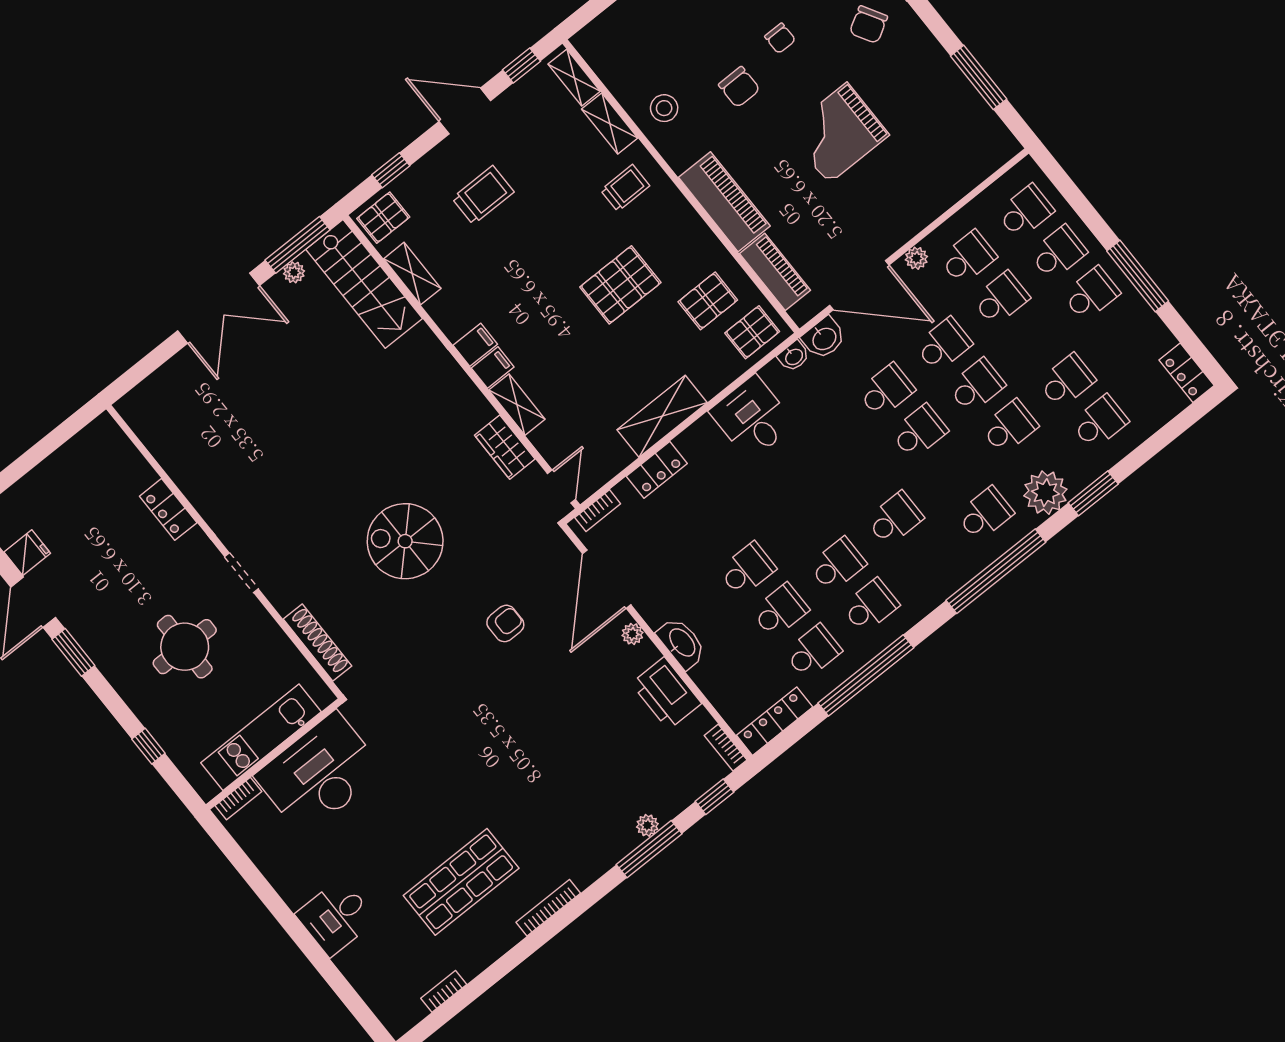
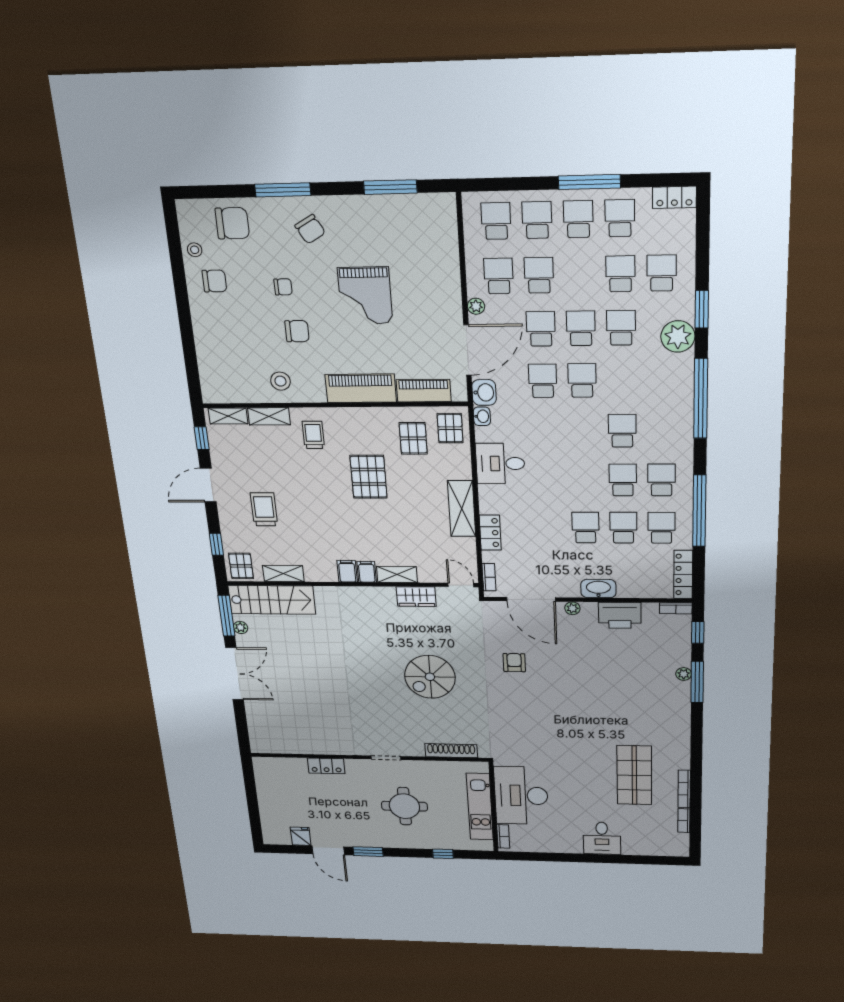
school desk: (985, 514) -> (620, 218), moved
bookcase: (548, 908) -> (684, 789), moved

